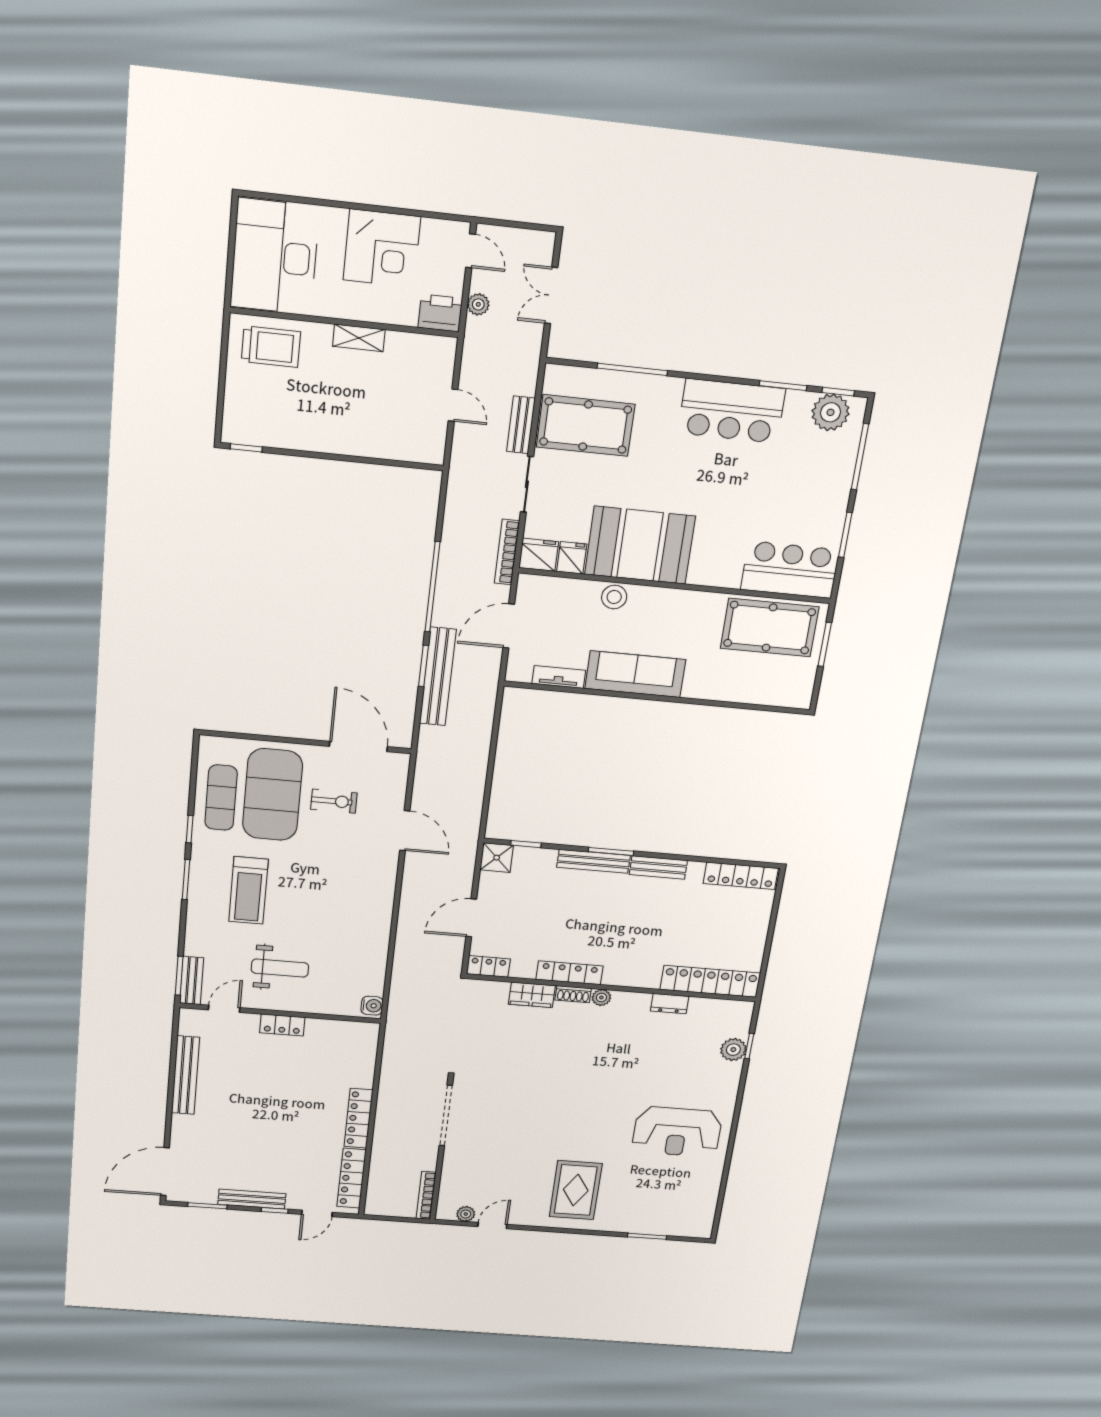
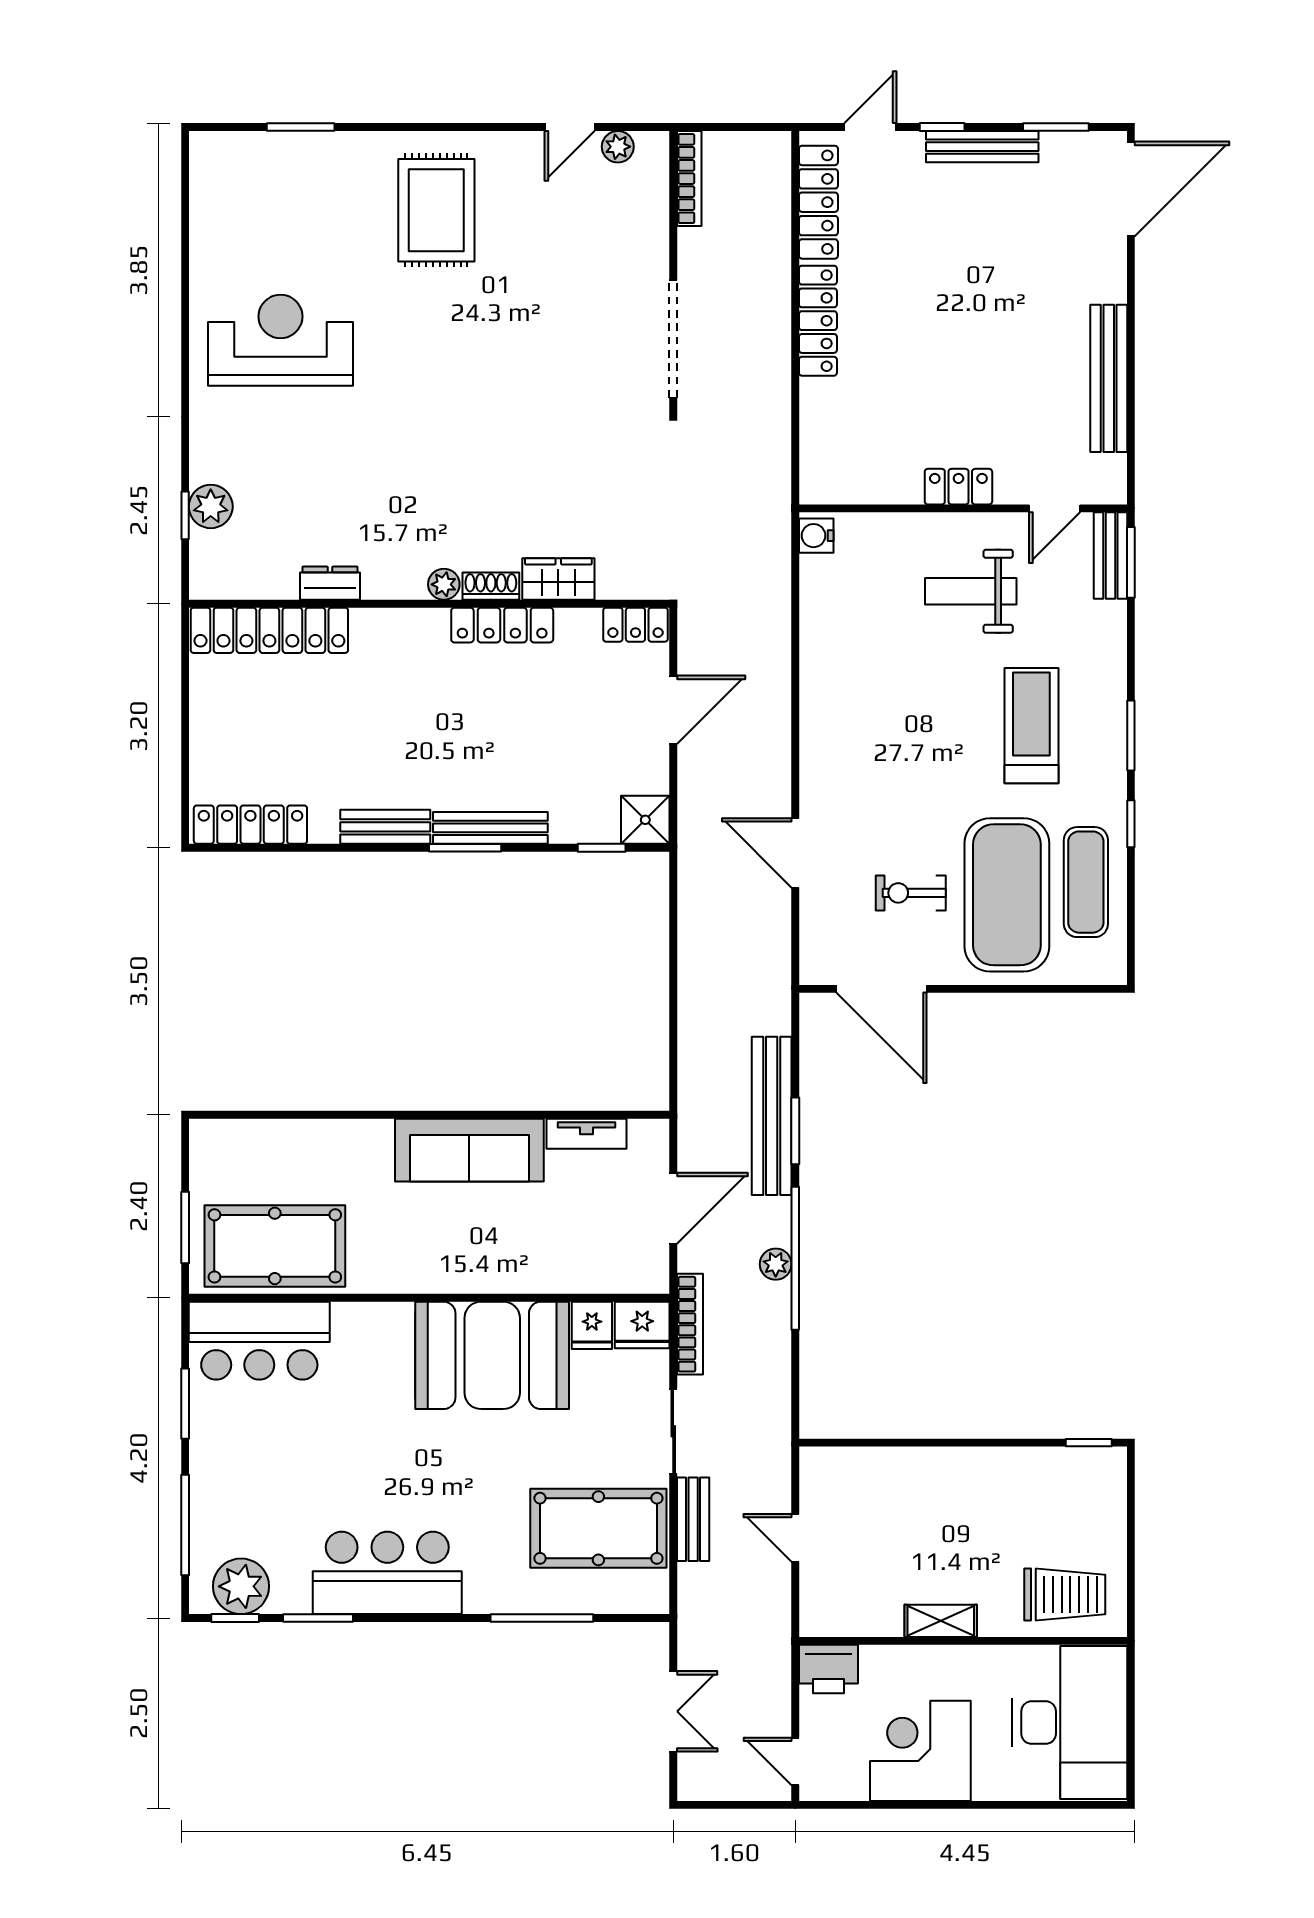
plant: (478, 304) -> (776, 1264), moved
trolley: (271, 347) -> (1065, 1595), turned 180
stool: (614, 597) -> (520, 1270), removed

